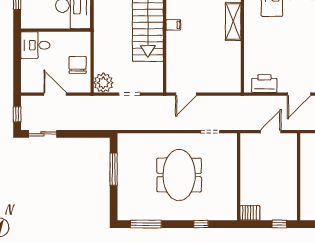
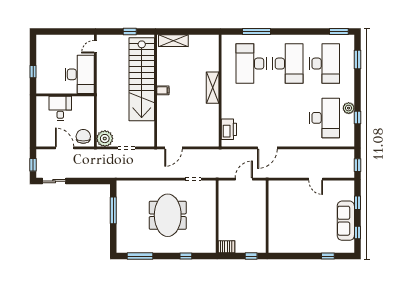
desk: (35, 45) -> (60, 108), moved, turned 90
chair: (78, 65) -> (83, 136), moved
printer: (264, 84) -> (229, 129), moved, turned 90

